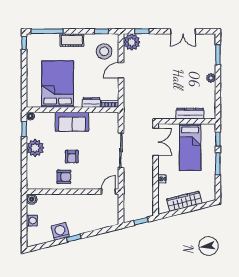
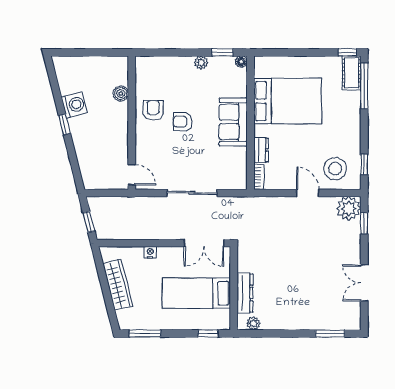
cot: (72, 40) -> (352, 73), moved
plant: (211, 78) -> (253, 323), moved
plant: (35, 148) -> (201, 63), width x0.53, depth x0.53
window: (218, 164) -> (145, 333), moved
armchair: (64, 177) -> (153, 110), turned 180
boiler: (32, 199) -> (121, 93), moved
washing machine: (32, 221) -> (90, 64), removed

